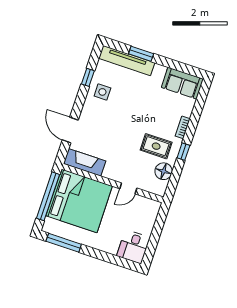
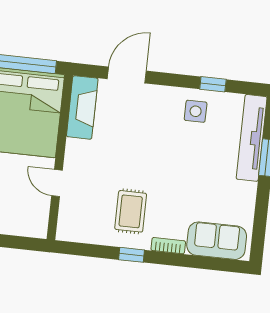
sofa: (182, 83) -> (217, 241), moved, turned 90
floor lamp: (164, 171) -> (95, 231), removed

